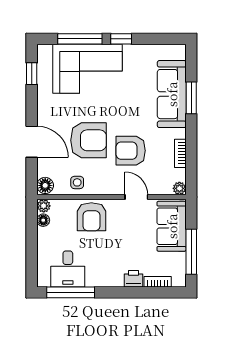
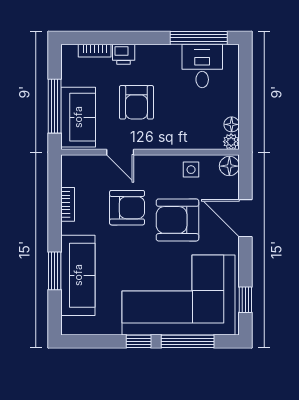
corner sofa: (88, 69) -> (179, 295), width x1.36, depth x1.36
plant: (179, 188) -> (69, 163), removed
armchair: (91, 217) -> (136, 102), moved, turned 180
window: (191, 252) -> (55, 106), moved

